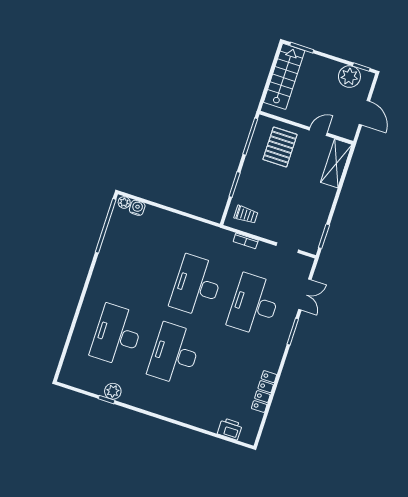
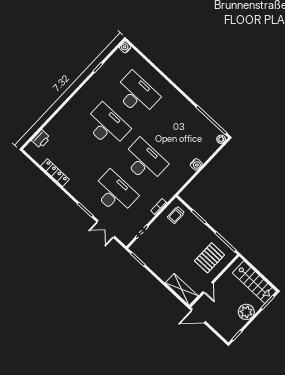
plant: (349, 77) -> (246, 312), moved
door: (364, 113) -> (198, 316), moved
pallet: (280, 147) -> (210, 258), turned 90
water cooler: (137, 208) -> (196, 164), moved
water cooler: (65, 377) -> (125, 47), added
plant: (113, 391) -> (101, 74), removed

